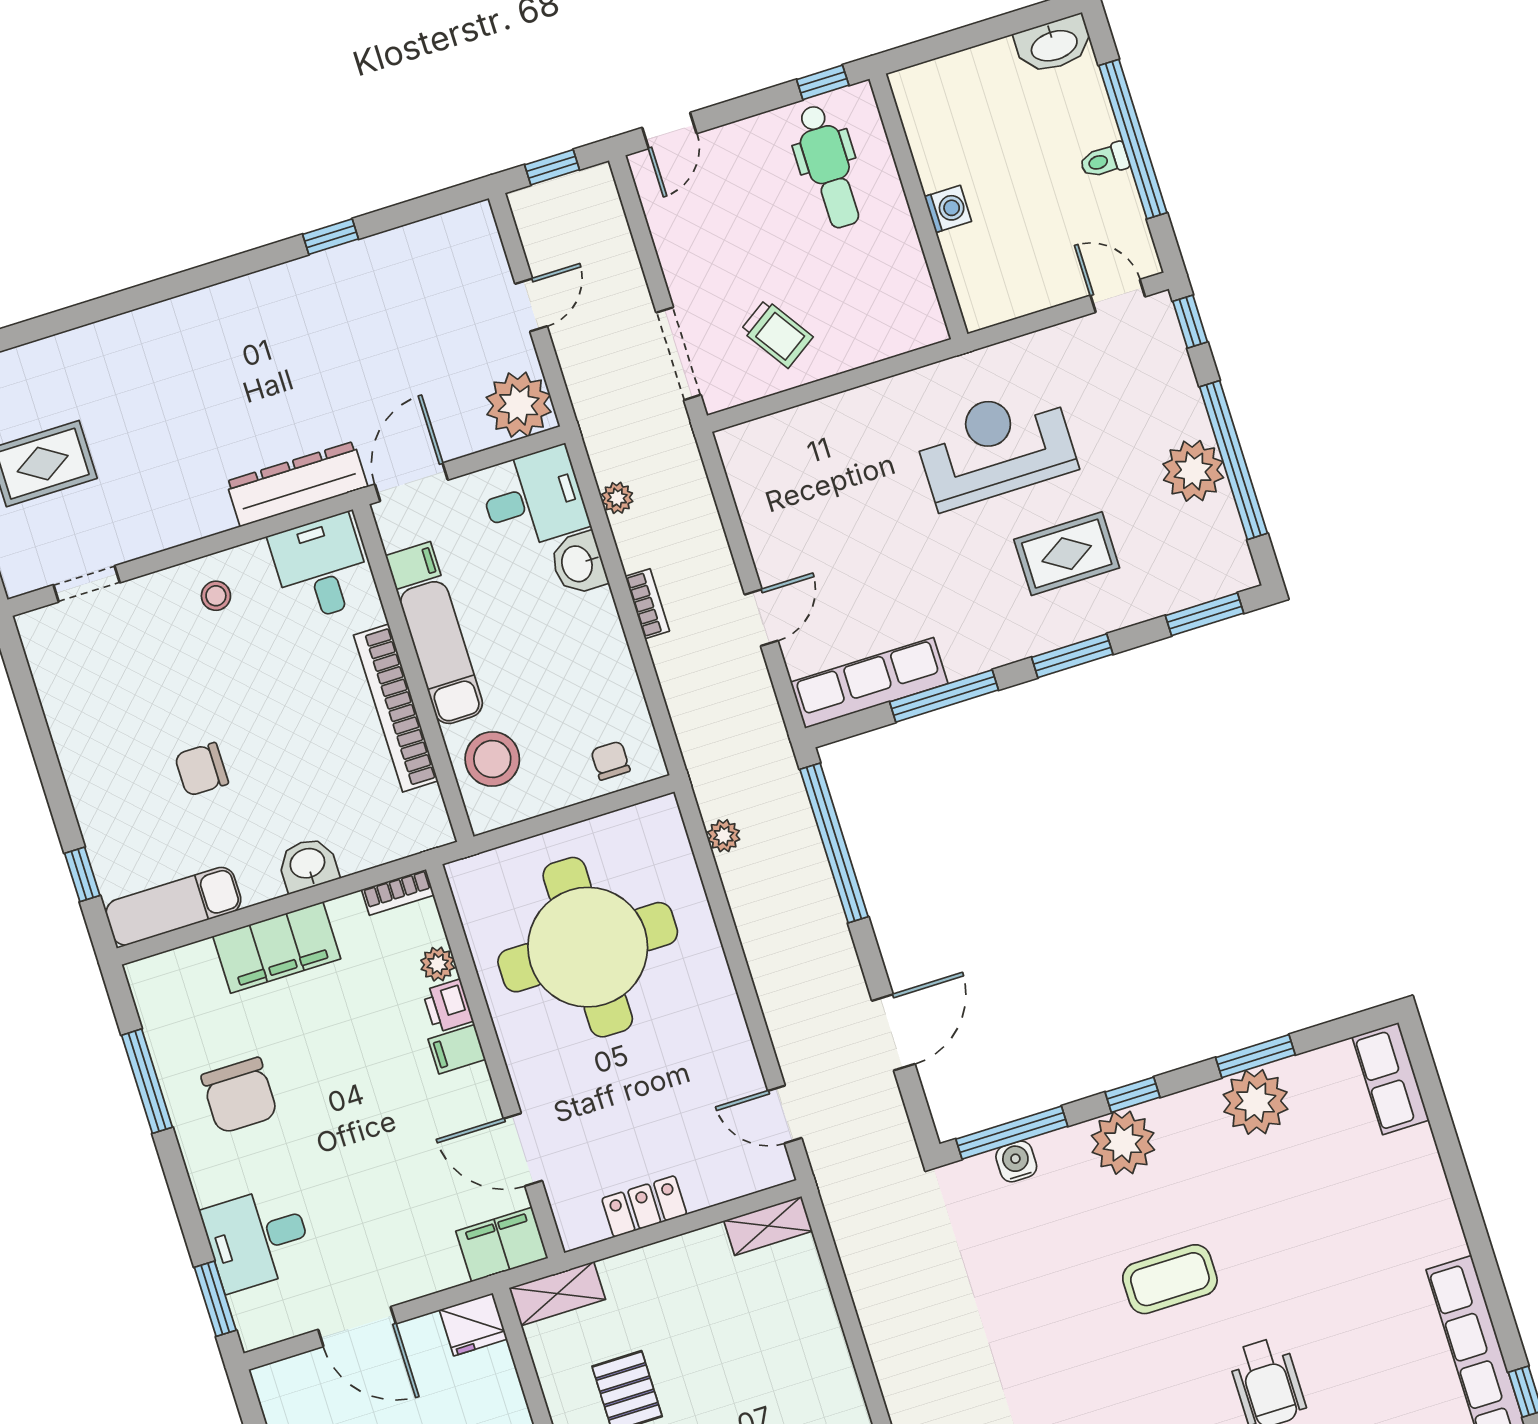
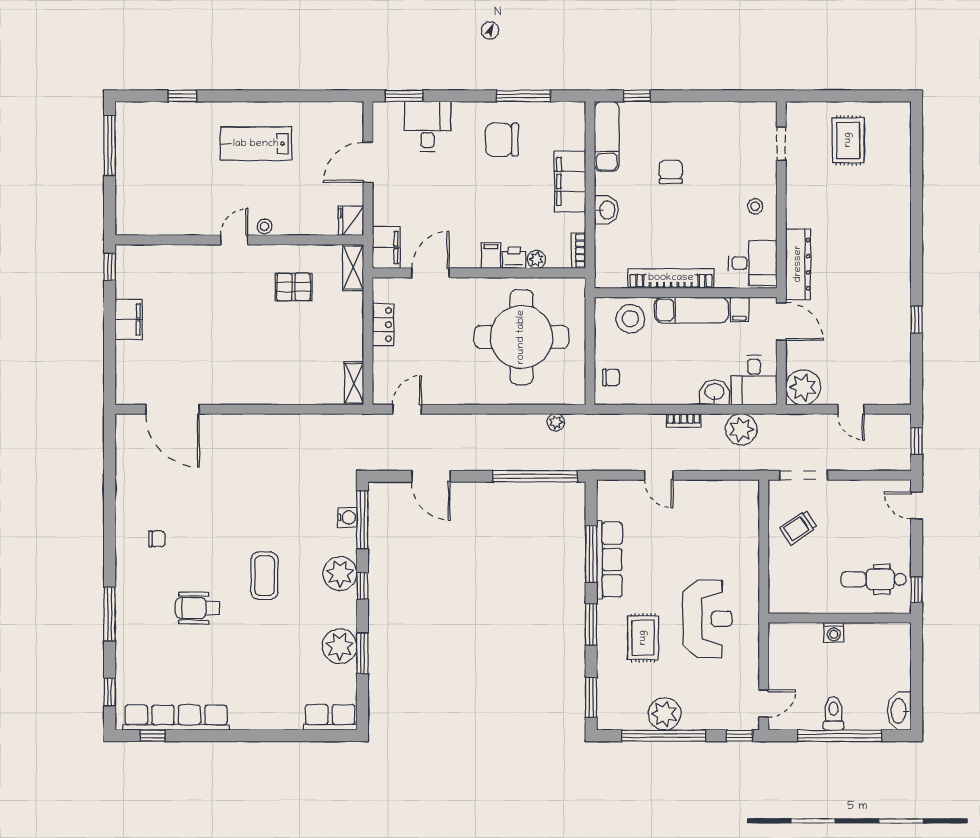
toilet: (1104, 160) -> (833, 713), width x1.37, depth x1.39
plant: (617, 498) -> (741, 429), width x1.88, depth x1.88
row of seats: (869, 683) -> (609, 560), moved

